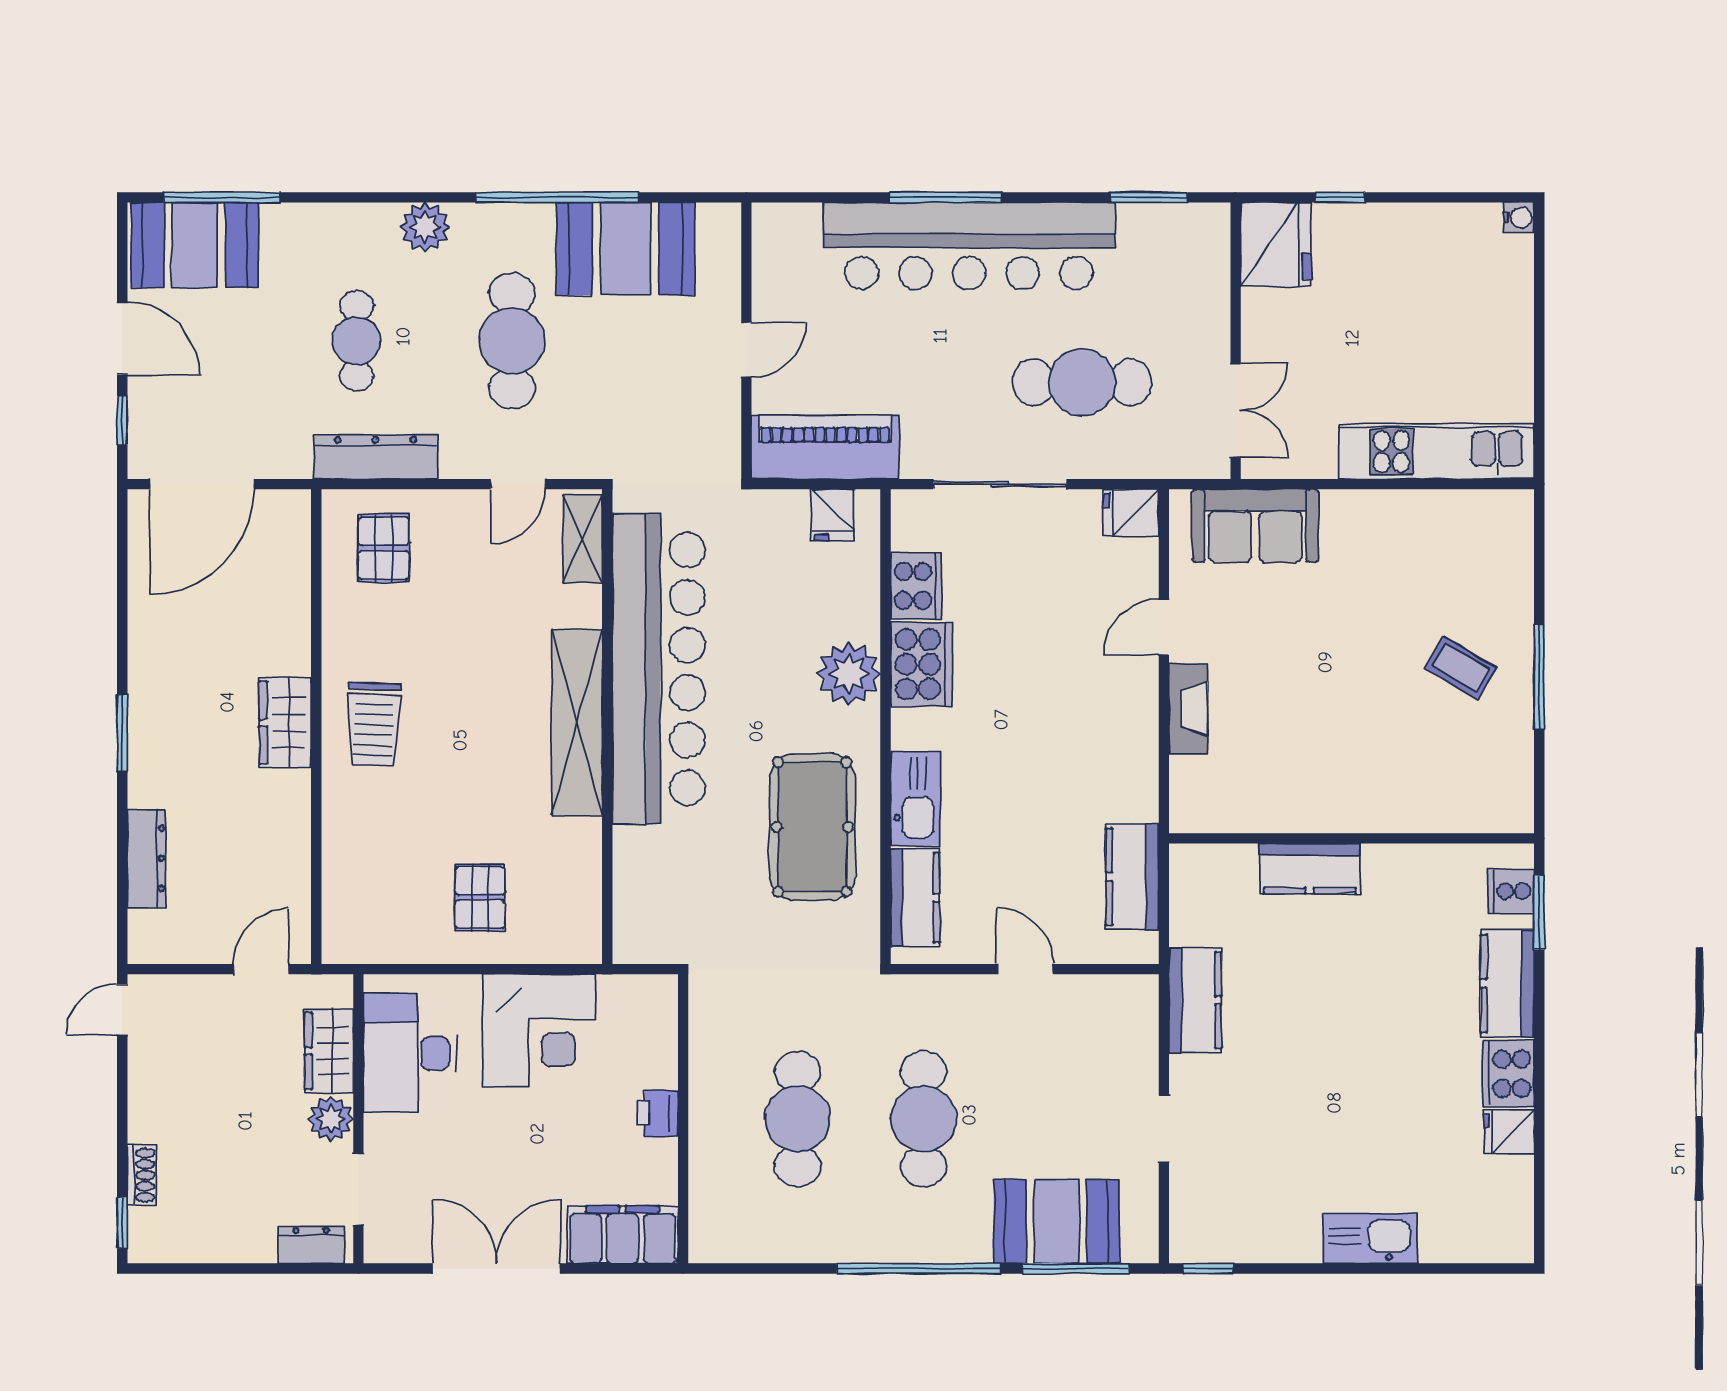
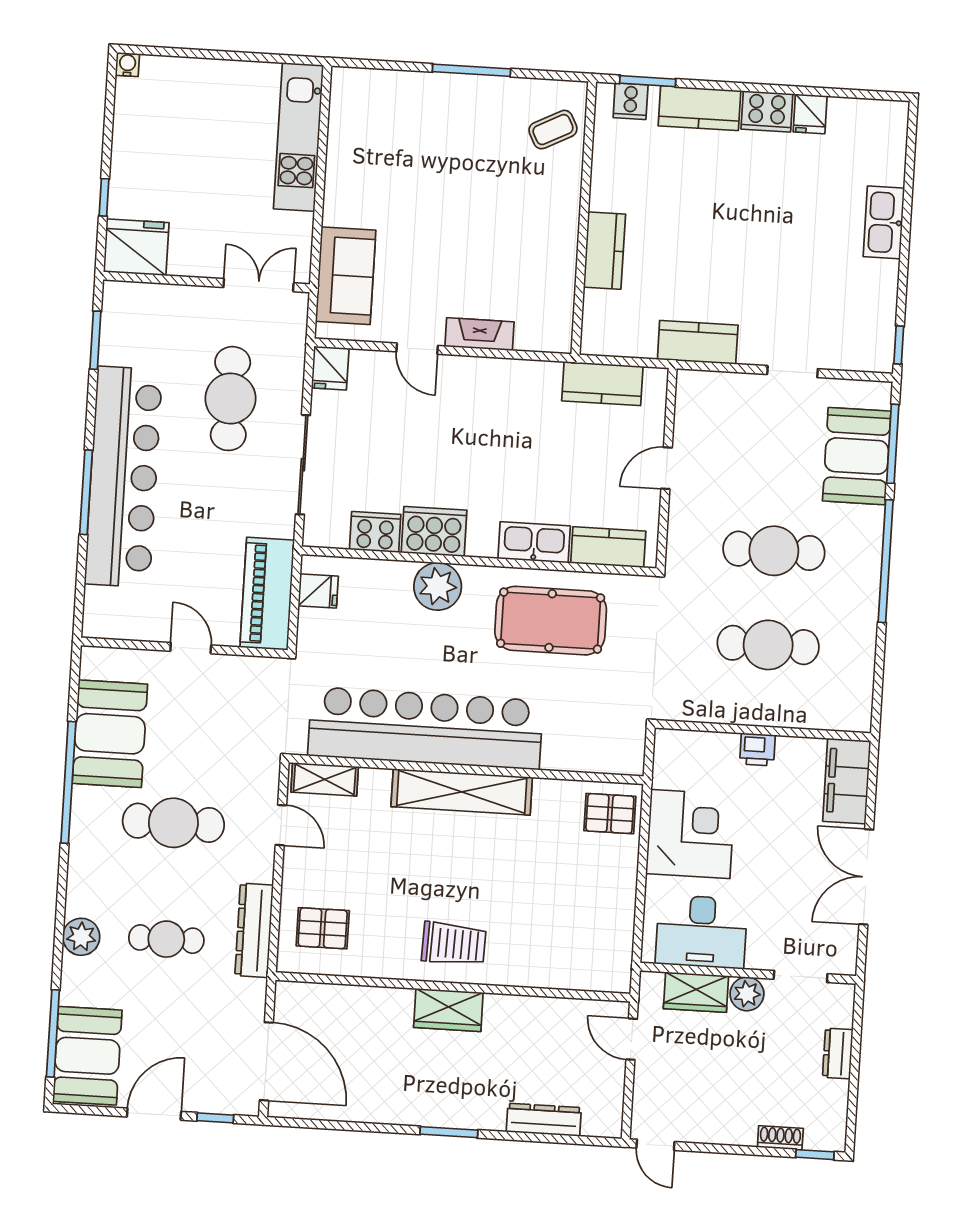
plant: (425, 227) -> (81, 937), moved
coffee table: (1461, 668) -> (553, 130), moved, turned 33
pallet: (480, 898) -> (610, 814), moved
dresser: (311, 1245) -> (838, 1053), moved

